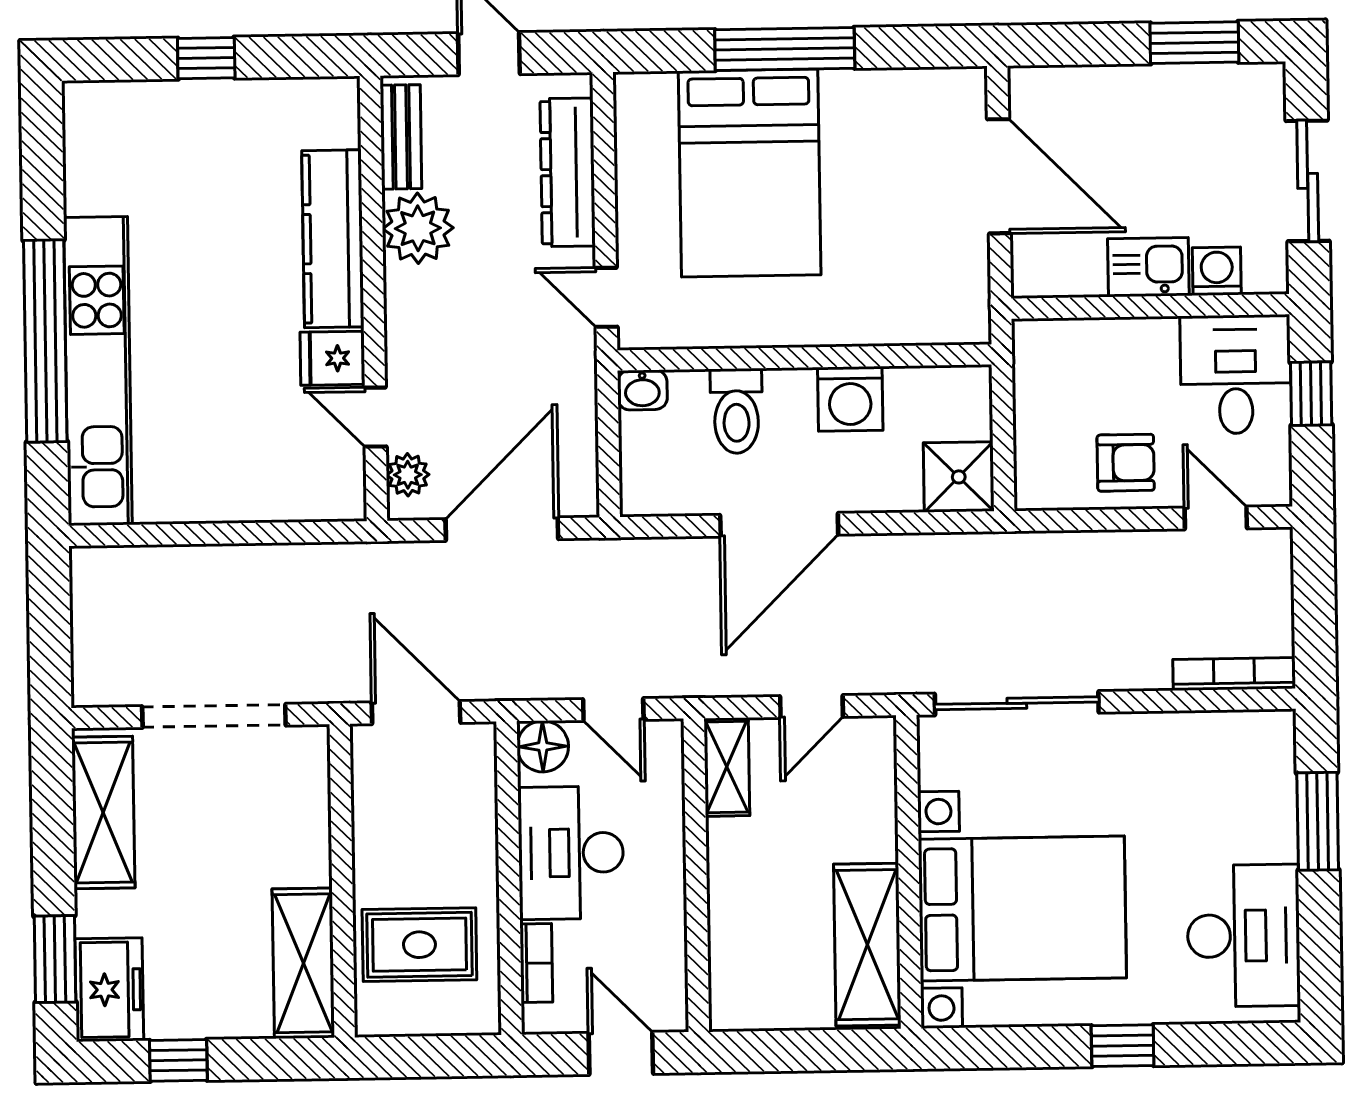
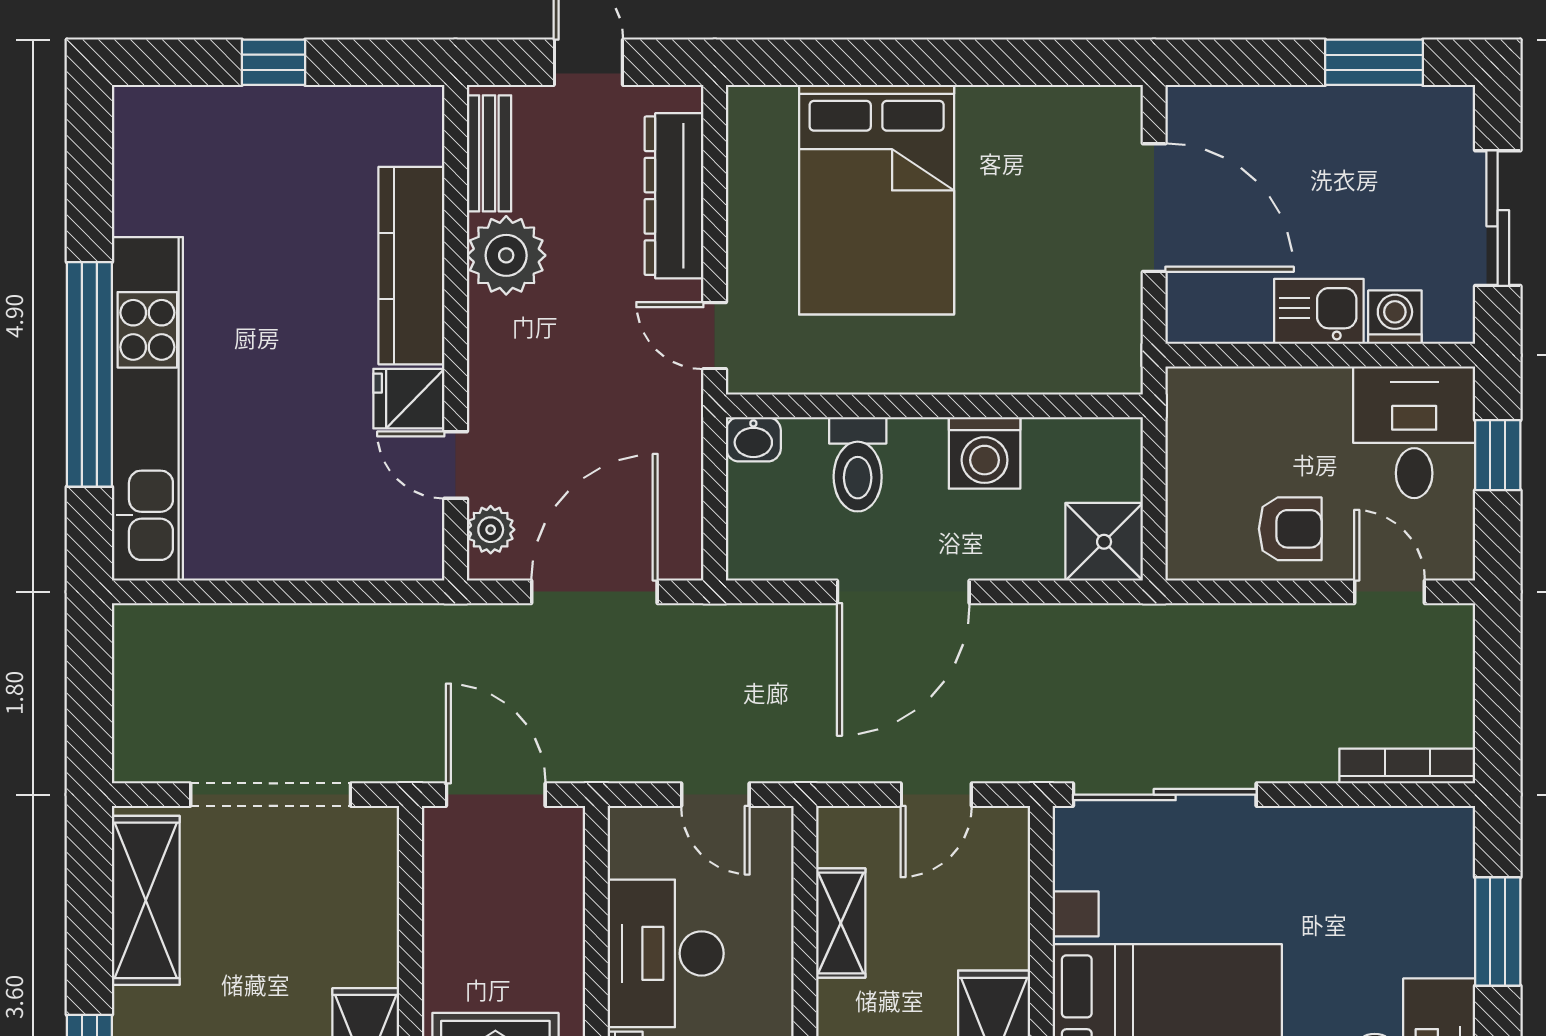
window: (785, 49) -> (918, 62), removed
floor lamp: (543, 746) -> (636, 834), removed
shelving: (727, 767) -> (841, 923), moved

